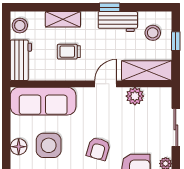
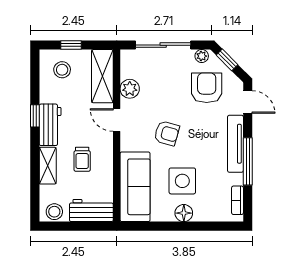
workbench: (118, 22) -> (50, 125), moved
sliding door: (176, 127) -> (163, 45), width x1.37
armchair: (98, 149) -> (167, 133), moved

